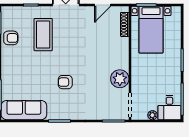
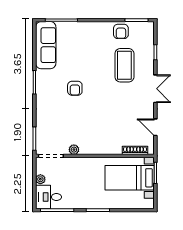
coffee table: (43, 35) -> (124, 65), turned 90
plant: (120, 79) -> (74, 150), width x0.53, depth x0.53
armchair: (65, 82) -> (75, 88), turned 180

